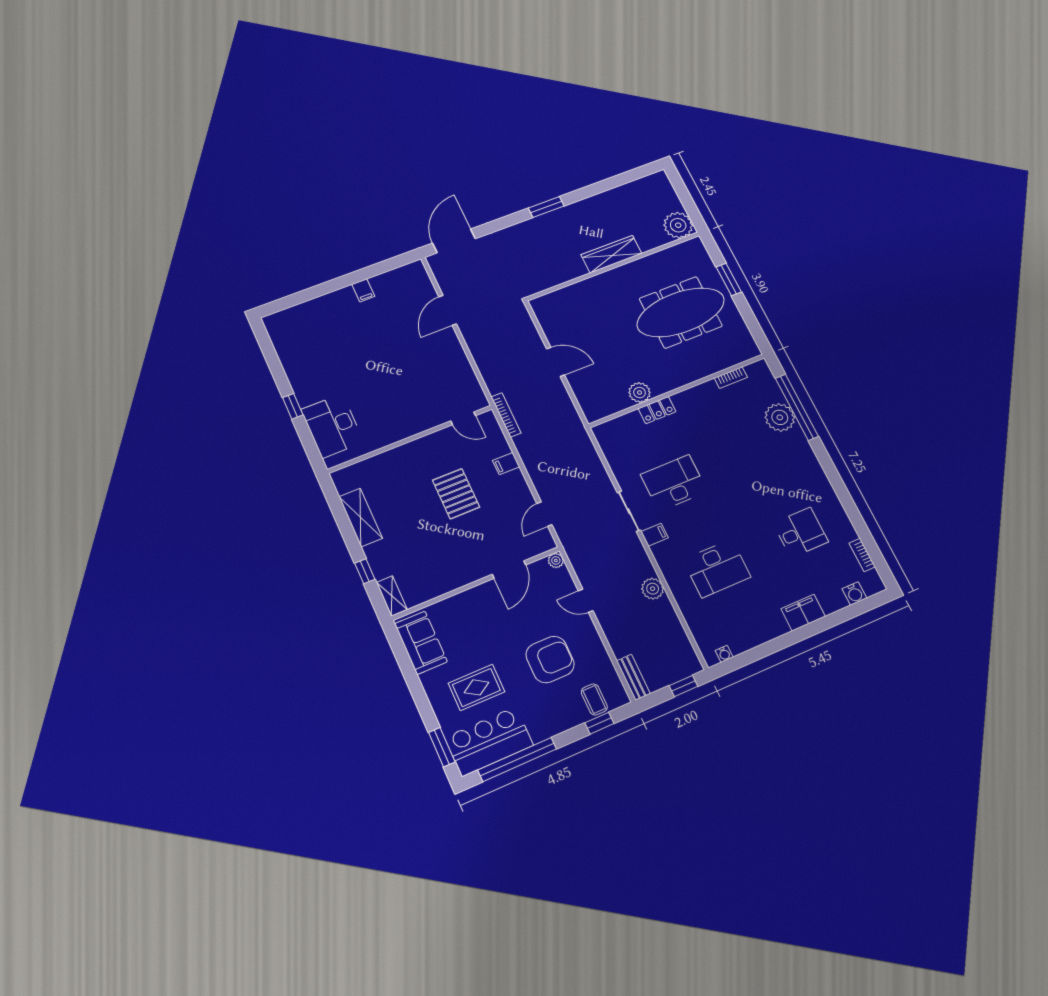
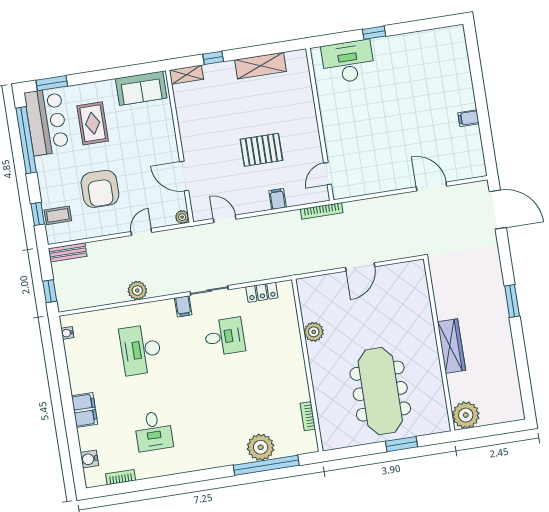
locker: (657, 410) -> (262, 292), moved, turned -90
desk: (674, 483) -> (224, 337), width x0.73

